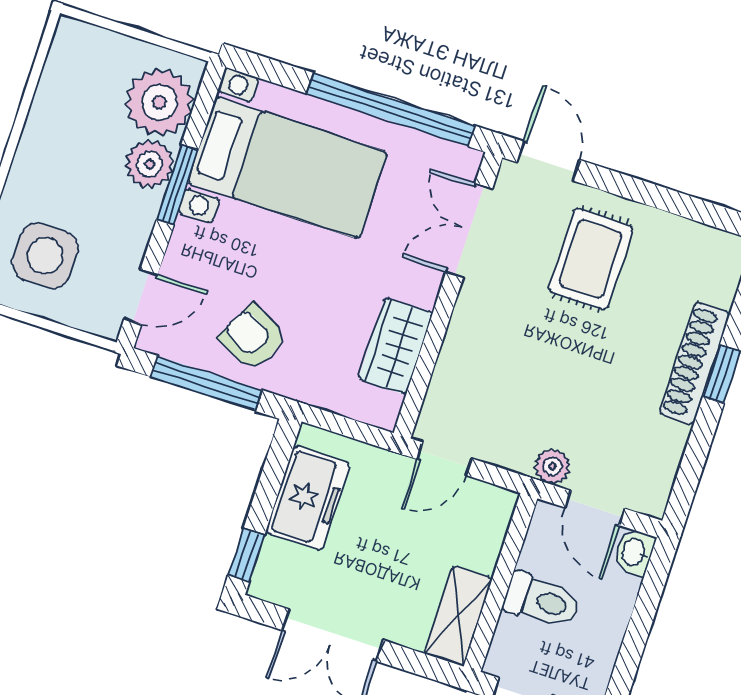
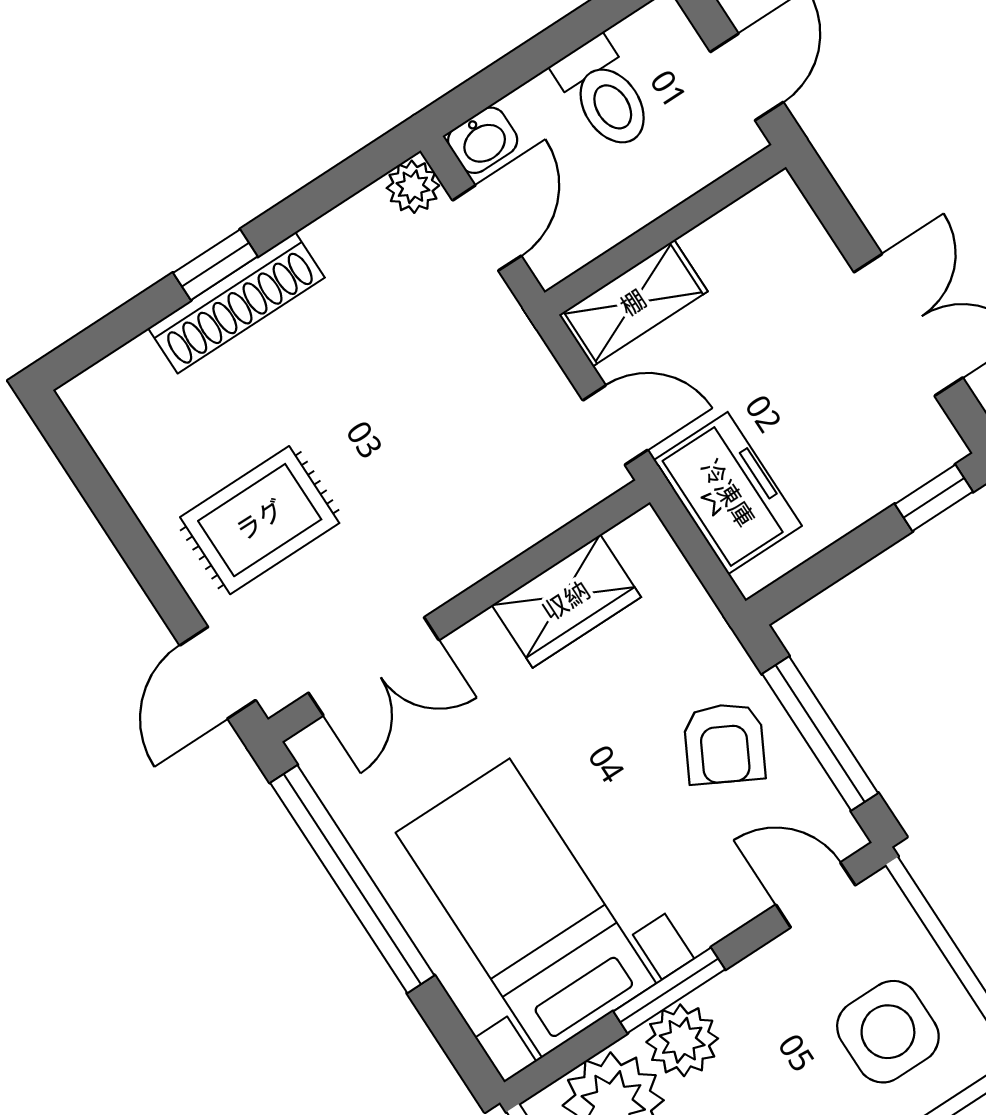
plant: (552, 466) -> (413, 187), moved
freezer: (308, 498) -> (728, 493), moved, turned 90
toilet: (542, 601) -> (605, 94), moved, turned 180
shelving: (458, 616) -> (633, 303), moved

